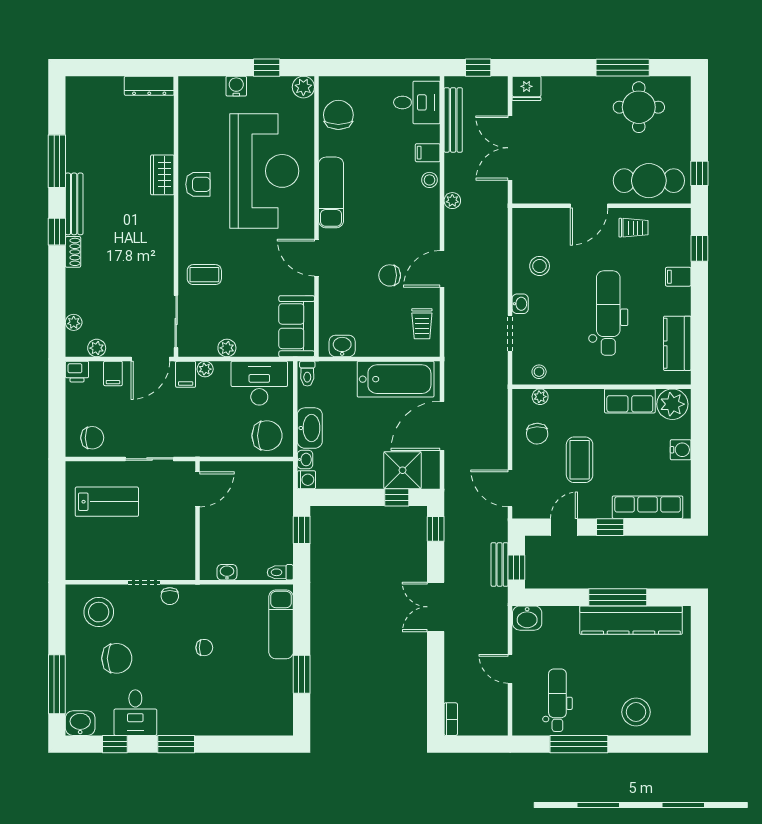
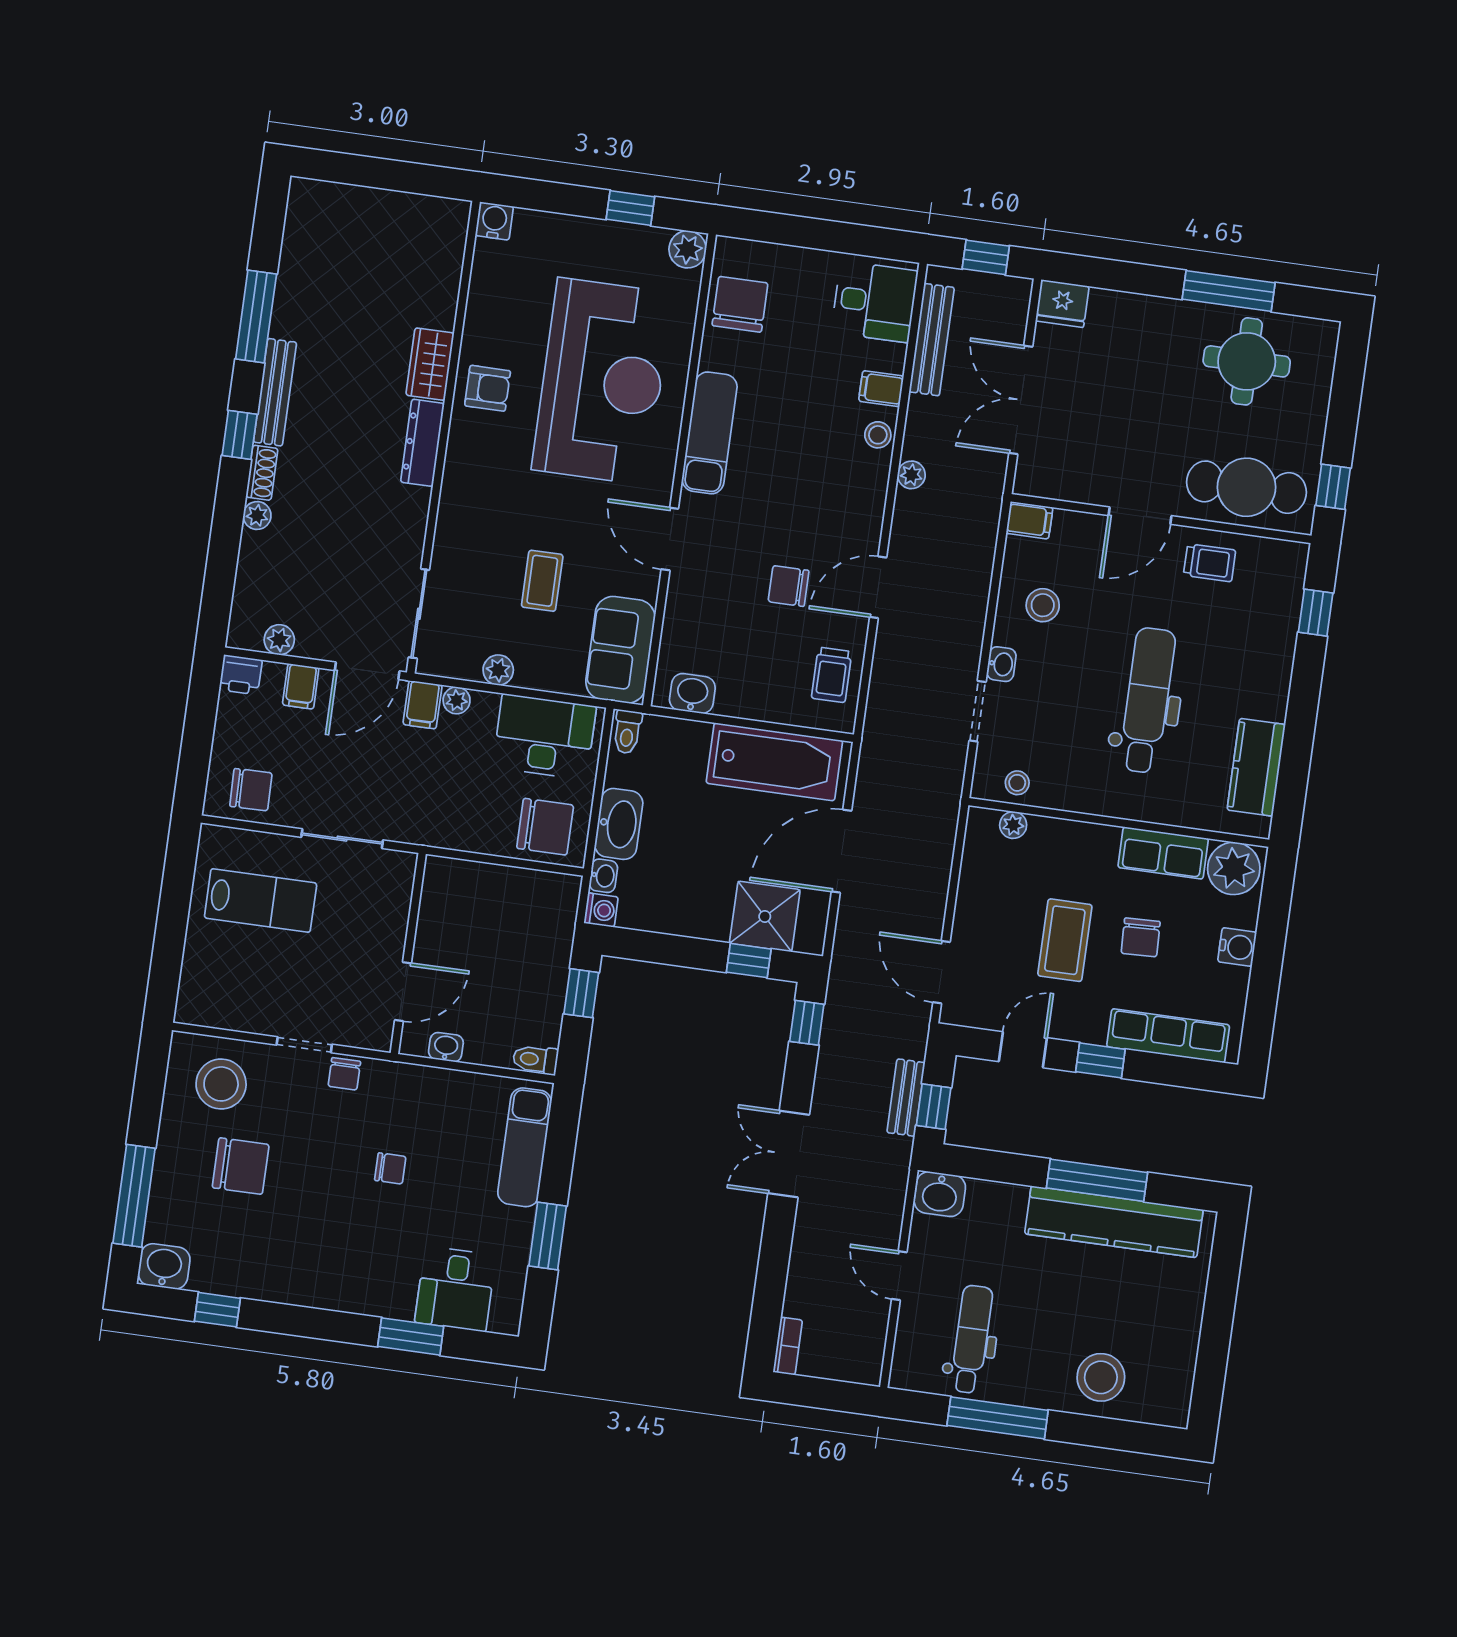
dresser: (149, 86) -> (422, 443), moved, turned 90
water cooler: (236, 86) -> (494, 221), moved
coffee table: (204, 275) -> (542, 581), moved, turned 90
filing cabinet: (678, 277) -> (1029, 520), moved, turned 180
plant: (74, 322) -> (257, 516), moved
chair: (537, 434) -> (1141, 937), moved
door: (197, 489) -> (403, 992), moved
desk: (135, 713) -> (455, 1289), moved
window: (176, 744) -> (411, 1336), moved

